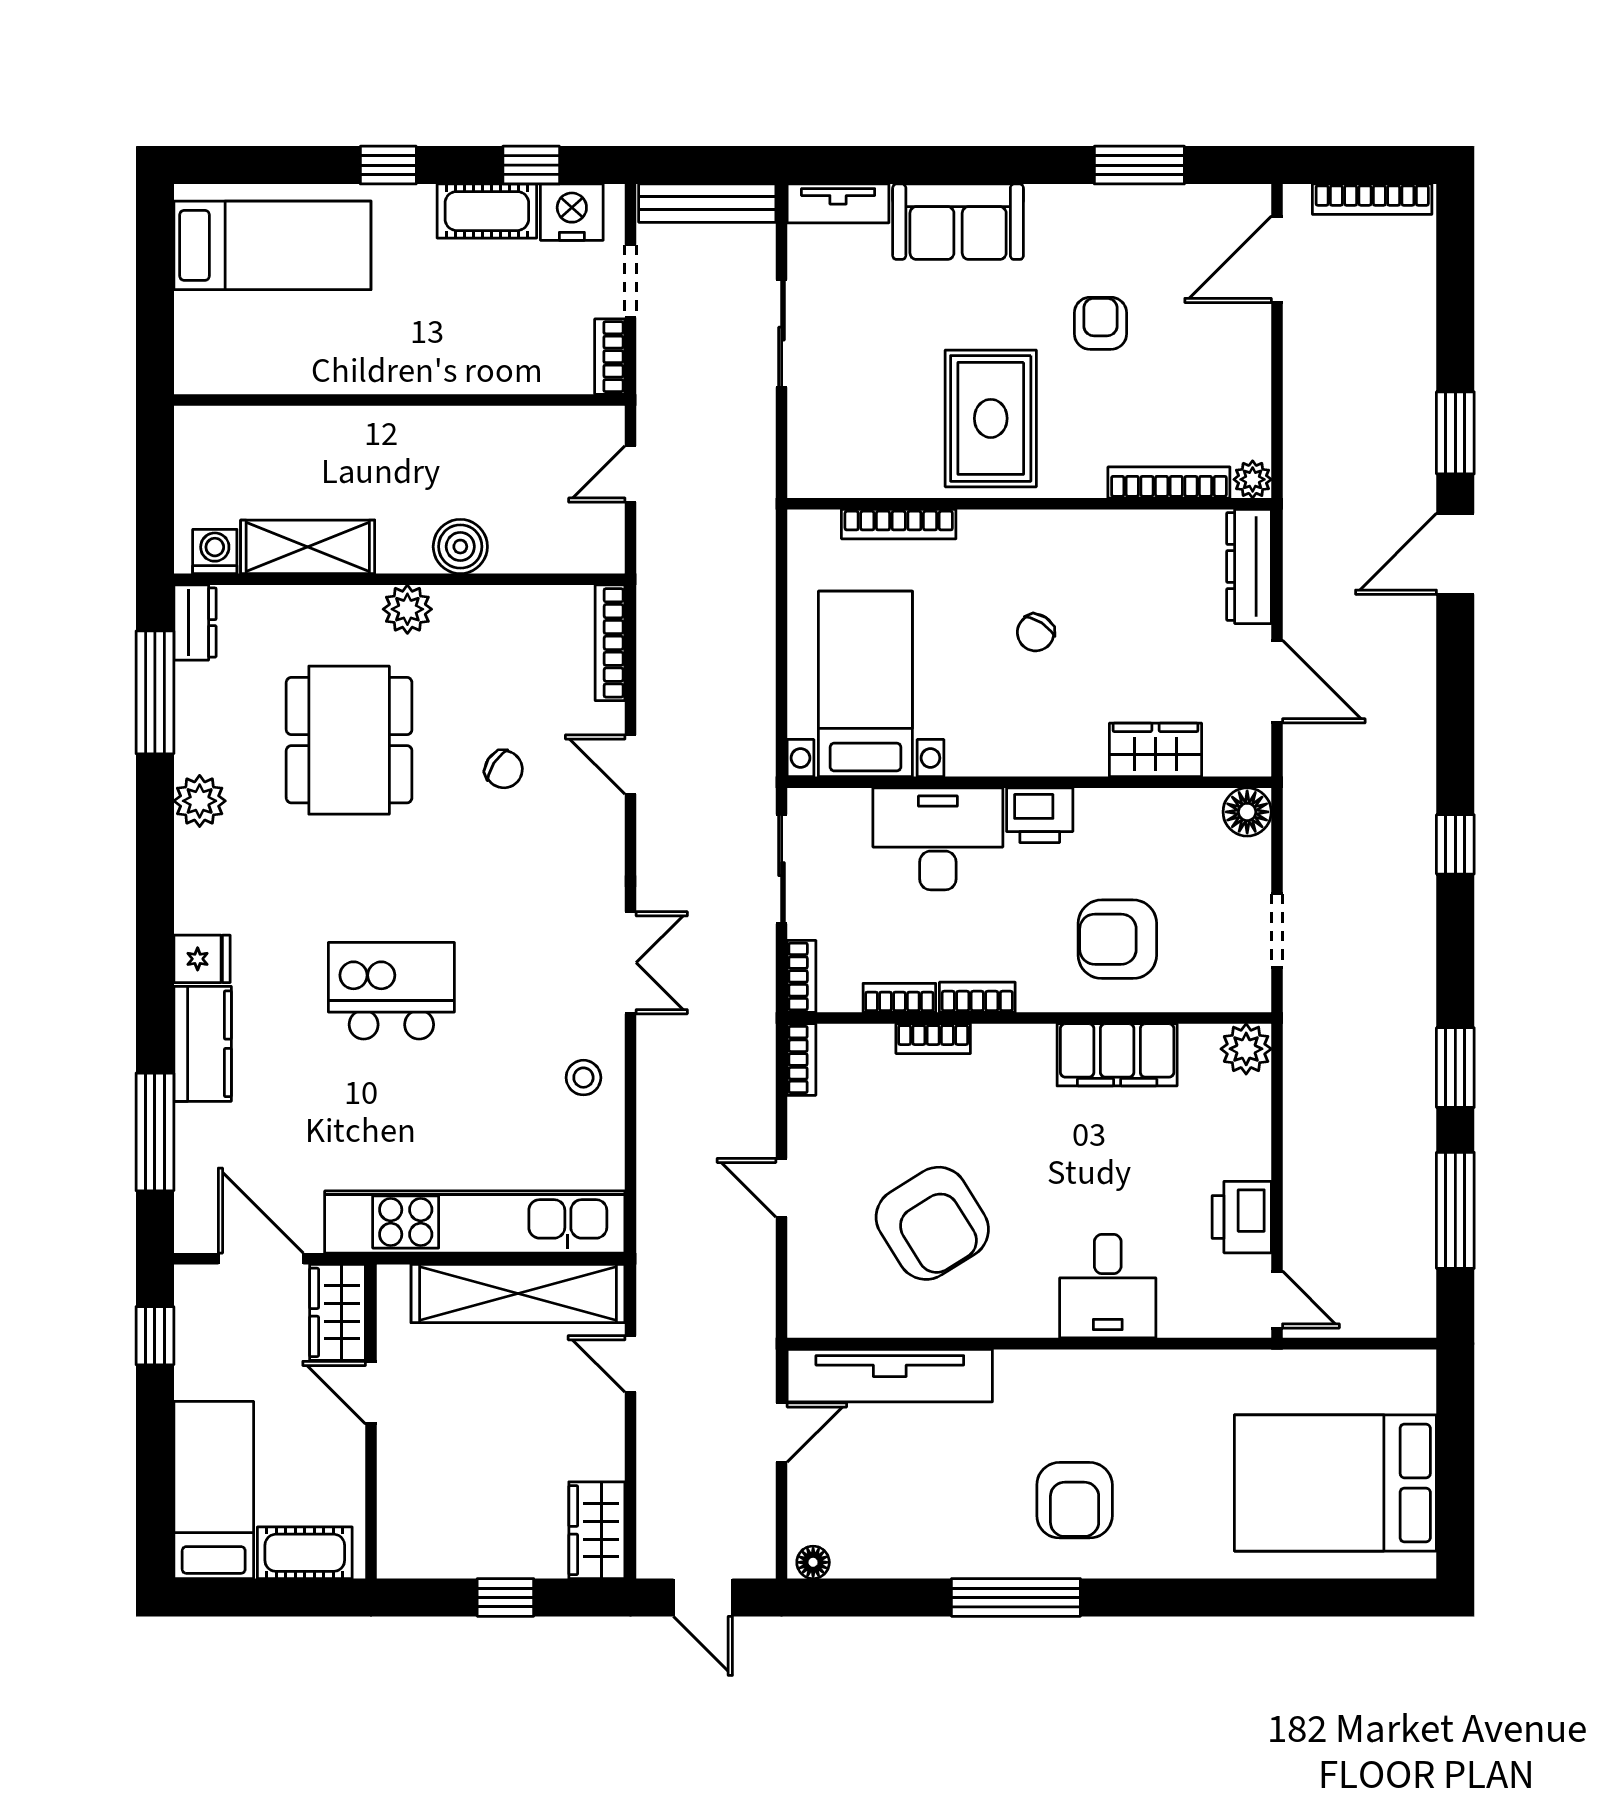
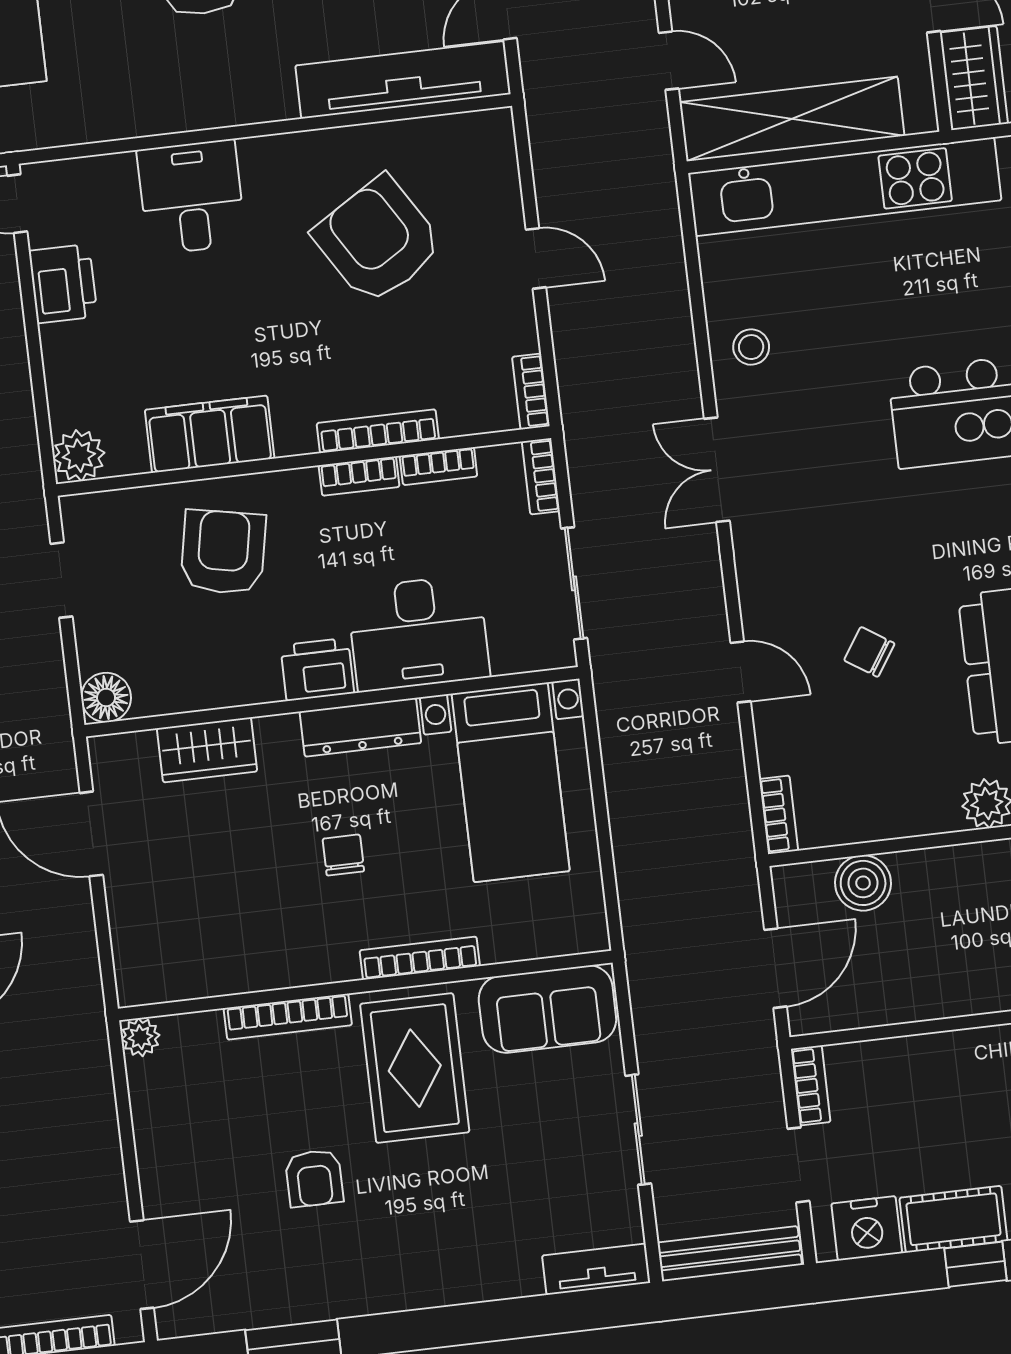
window: (531, 165) -> (976, 1264), moved
sofa: (958, 222) -> (547, 1009), moved, turned 180
door: (631, 474) -> (775, 968), width x1.38
bookcase: (1169, 483) -> (288, 1017), moved
bookcase: (899, 524) -> (420, 958), moved
boiler: (460, 547) -> (863, 883), moved
dresser: (1249, 566) -> (360, 727), moved, turned 90
chair: (1036, 633) -> (343, 855), turned -33
bookcase: (610, 643) -> (779, 815), width x0.64
armchair: (1117, 939) -> (223, 552), turned -79
bookcase: (933, 1039) -> (378, 431), width x1.56

